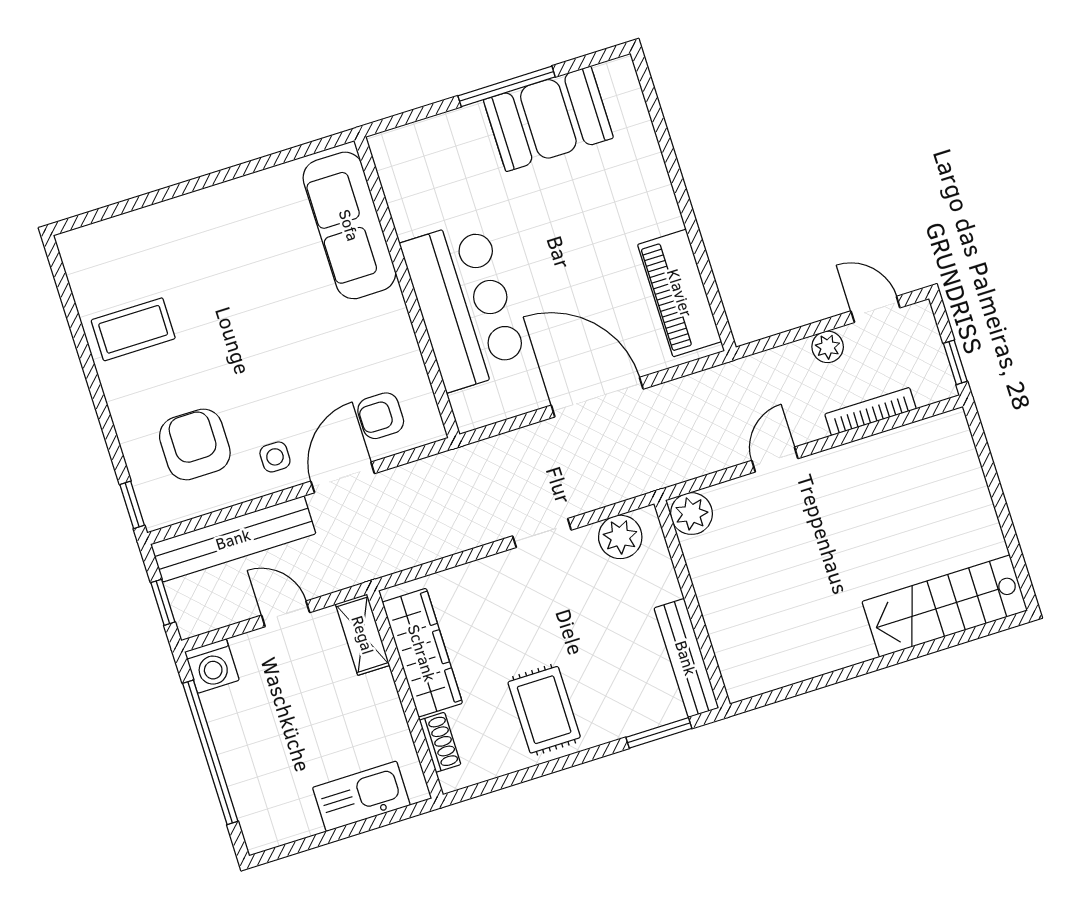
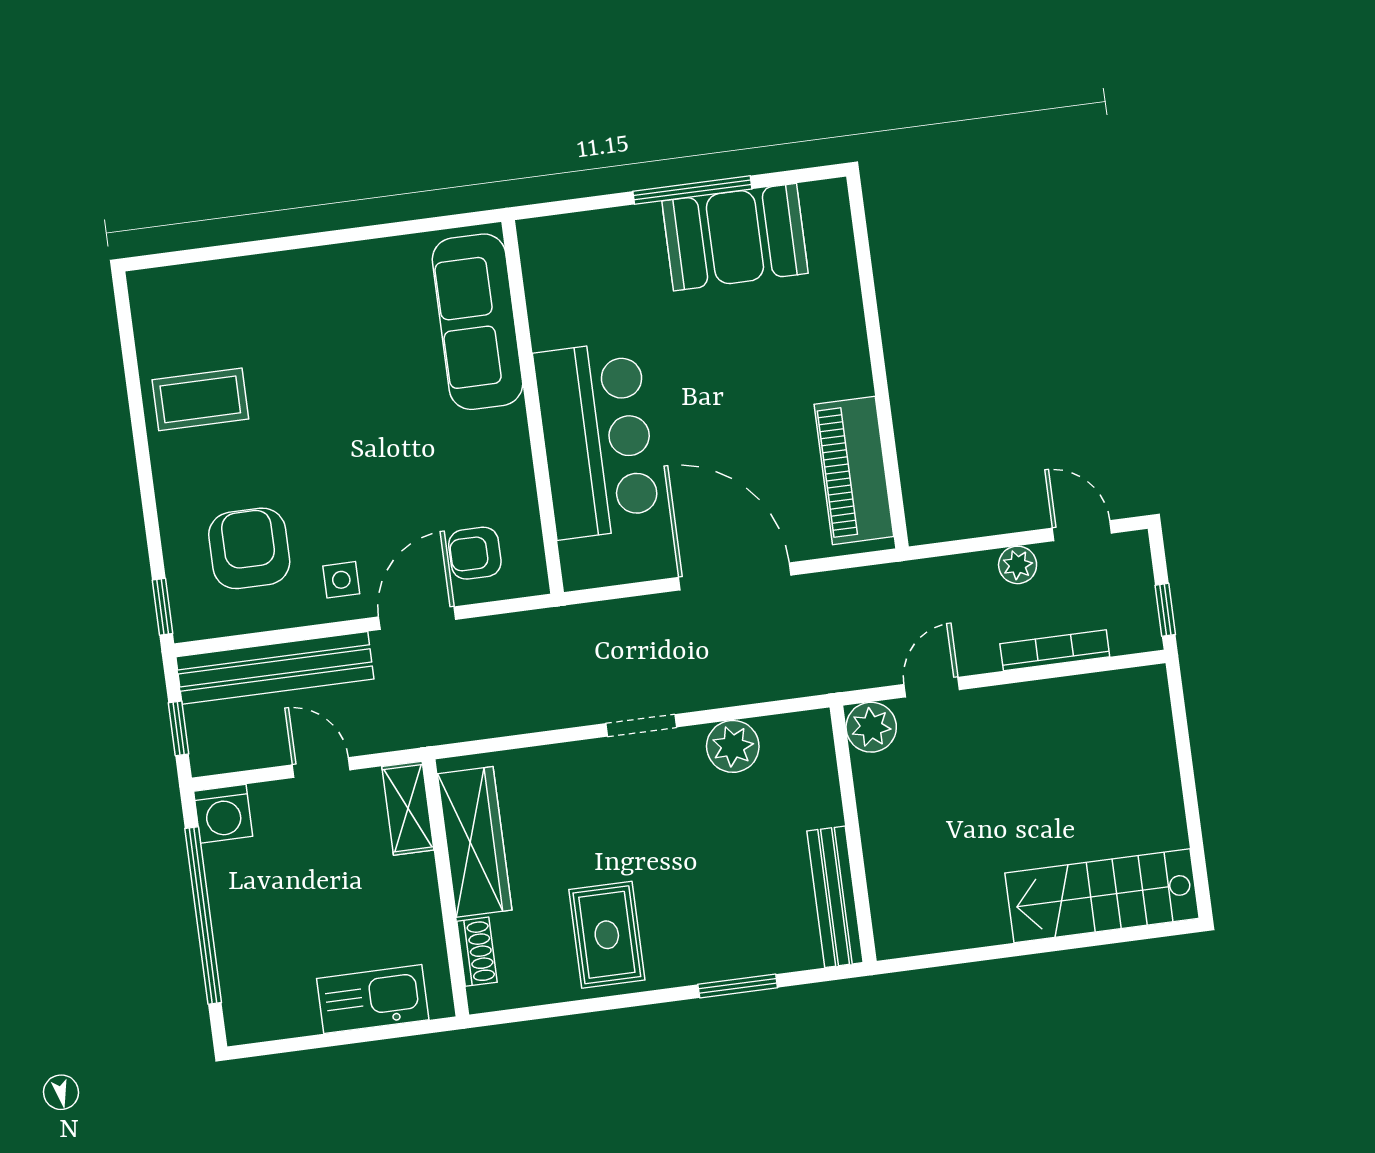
plant: (691, 514) -> (871, 727), moved
wall: (692, 604) -> (853, 834), moved
bench: (686, 658) -> (835, 897), moved

